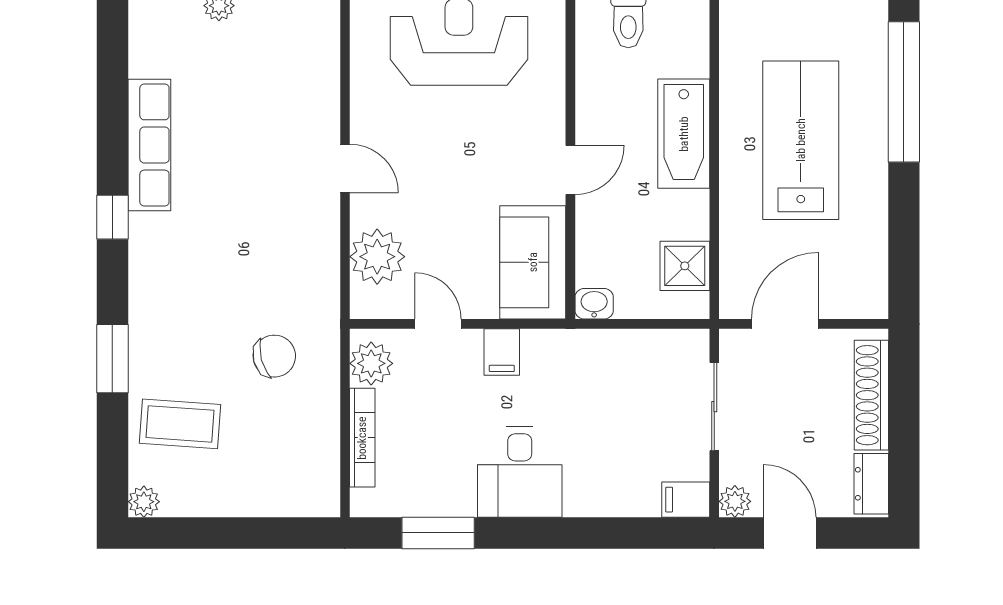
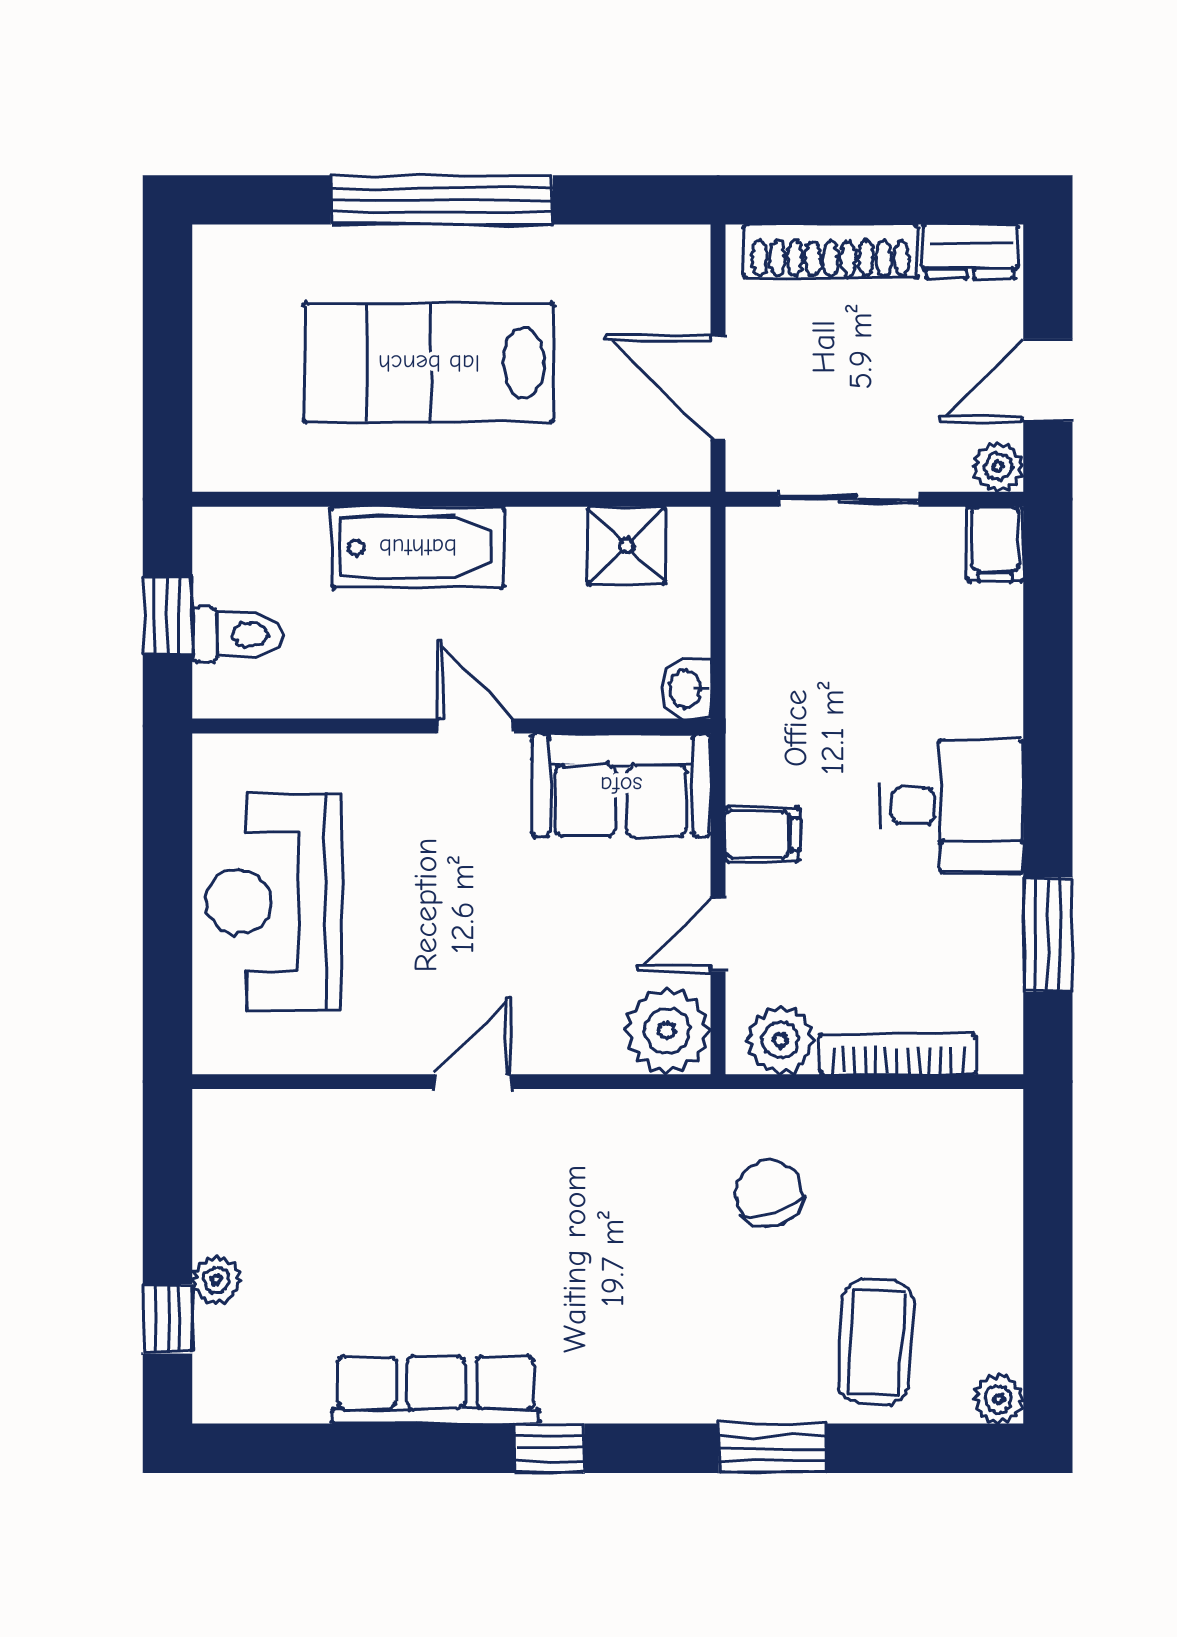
window: (904, 92) -> (442, 200), moved
plant: (377, 257) -> (667, 1031), moved

